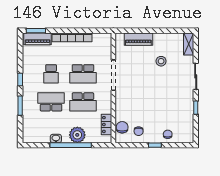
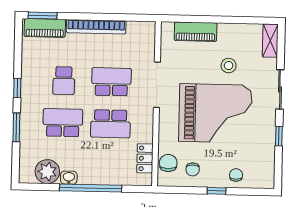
school desk: (83, 74) -> (111, 82), turned 180
grand piano: (153, 93) -> (215, 113), added
plant: (77, 135) -> (47, 172), moved

